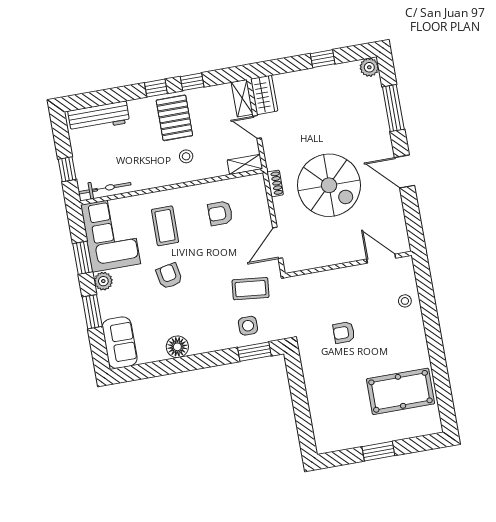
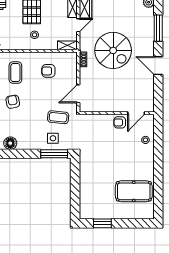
door: (257, 127) -> (78, 25), swing flipped
spiral stairs: (329, 185) -> (113, 50), moved
door: (381, 259) -> (136, 113), swing flipped
armchair: (344, 332) -> (120, 122), moved
window: (254, 352) -> (54, 154), width x1.44
window: (378, 451) -> (102, 223), moved

